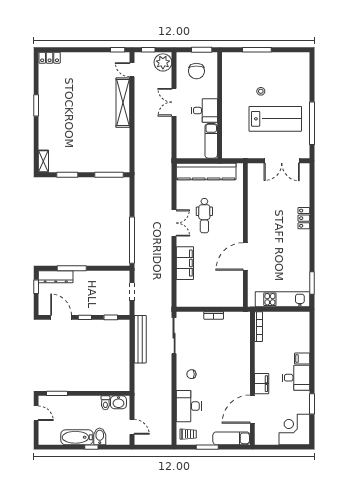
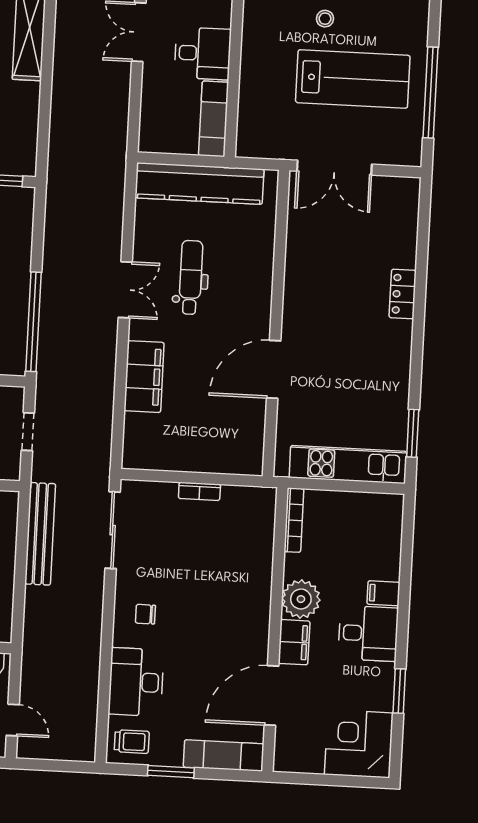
double door: (282, 161) -> (334, 168), moved
dental chair: (204, 216) -> (191, 277), turned 180
plant: (264, 363) -> (301, 599), added

